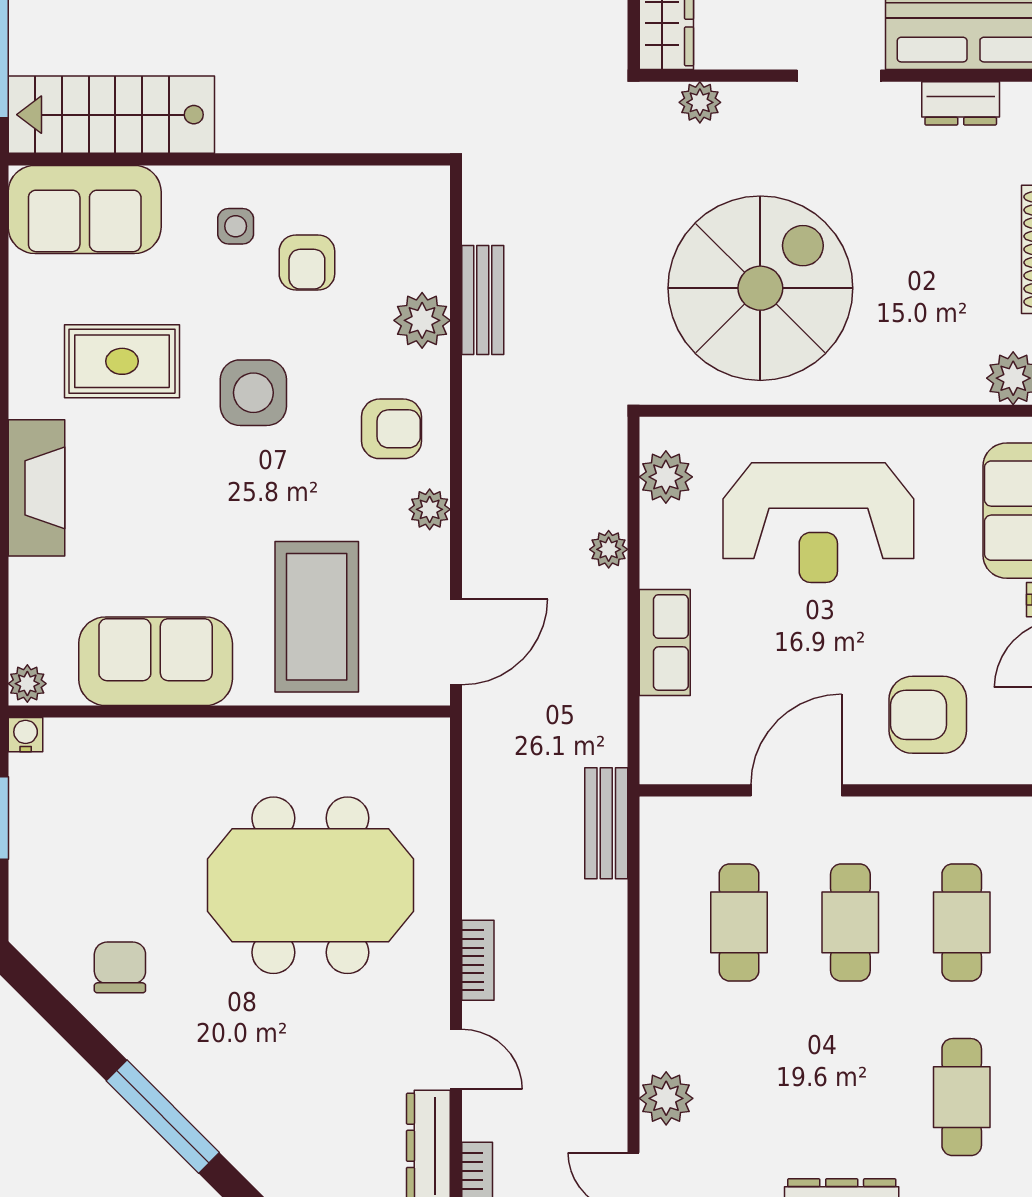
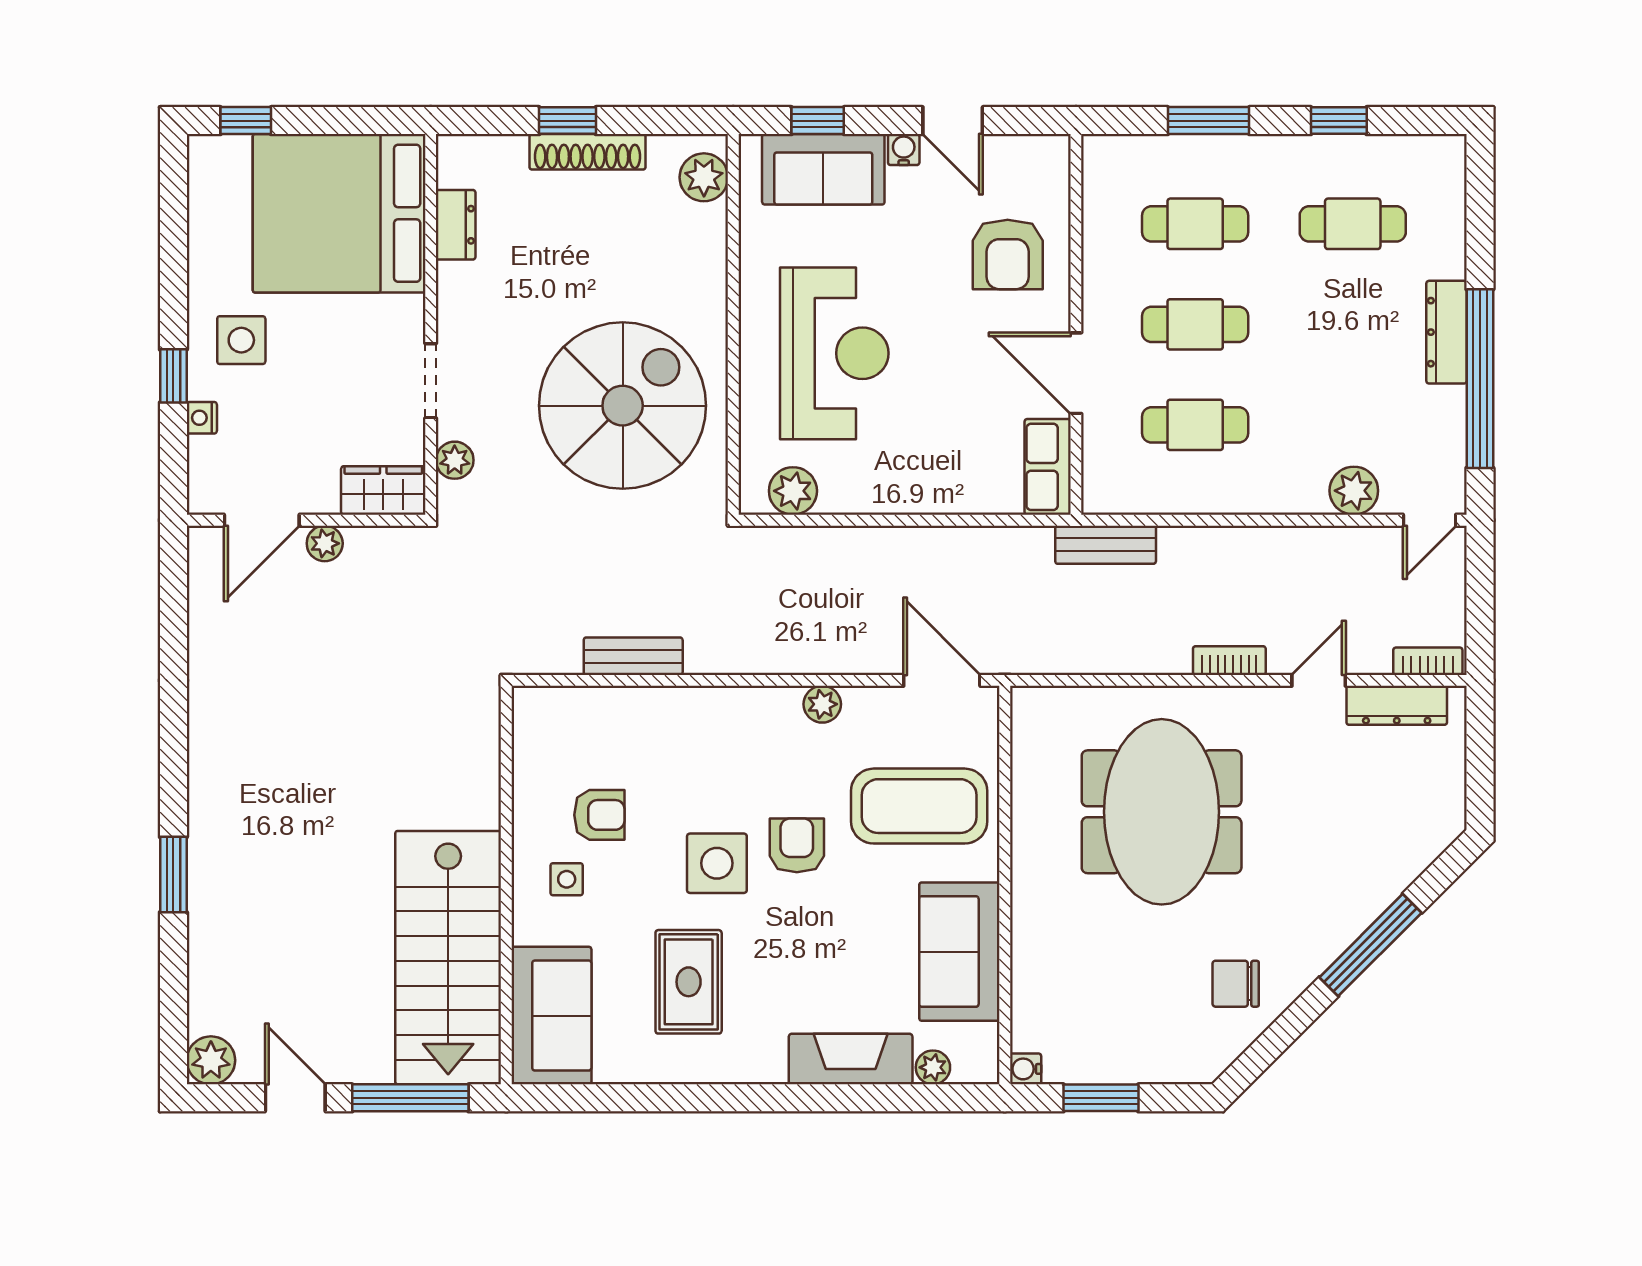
doorway: (839, 76) -> (431, 381), moved
stairs: (111, 115) -> (448, 958), width x1.36, depth x1.51
spiral stairs: (760, 288) -> (623, 406), turned 90
plant: (422, 320) -> (652, 711), removed
armchair: (391, 429) -> (797, 845), moved
fireplace: (36, 488) -> (851, 1059), moved
plant: (609, 549) -> (858, 543), removed
row of seats: (665, 643) -> (1048, 467), moved, turned -90
plant: (27, 684) -> (933, 1067), moved

